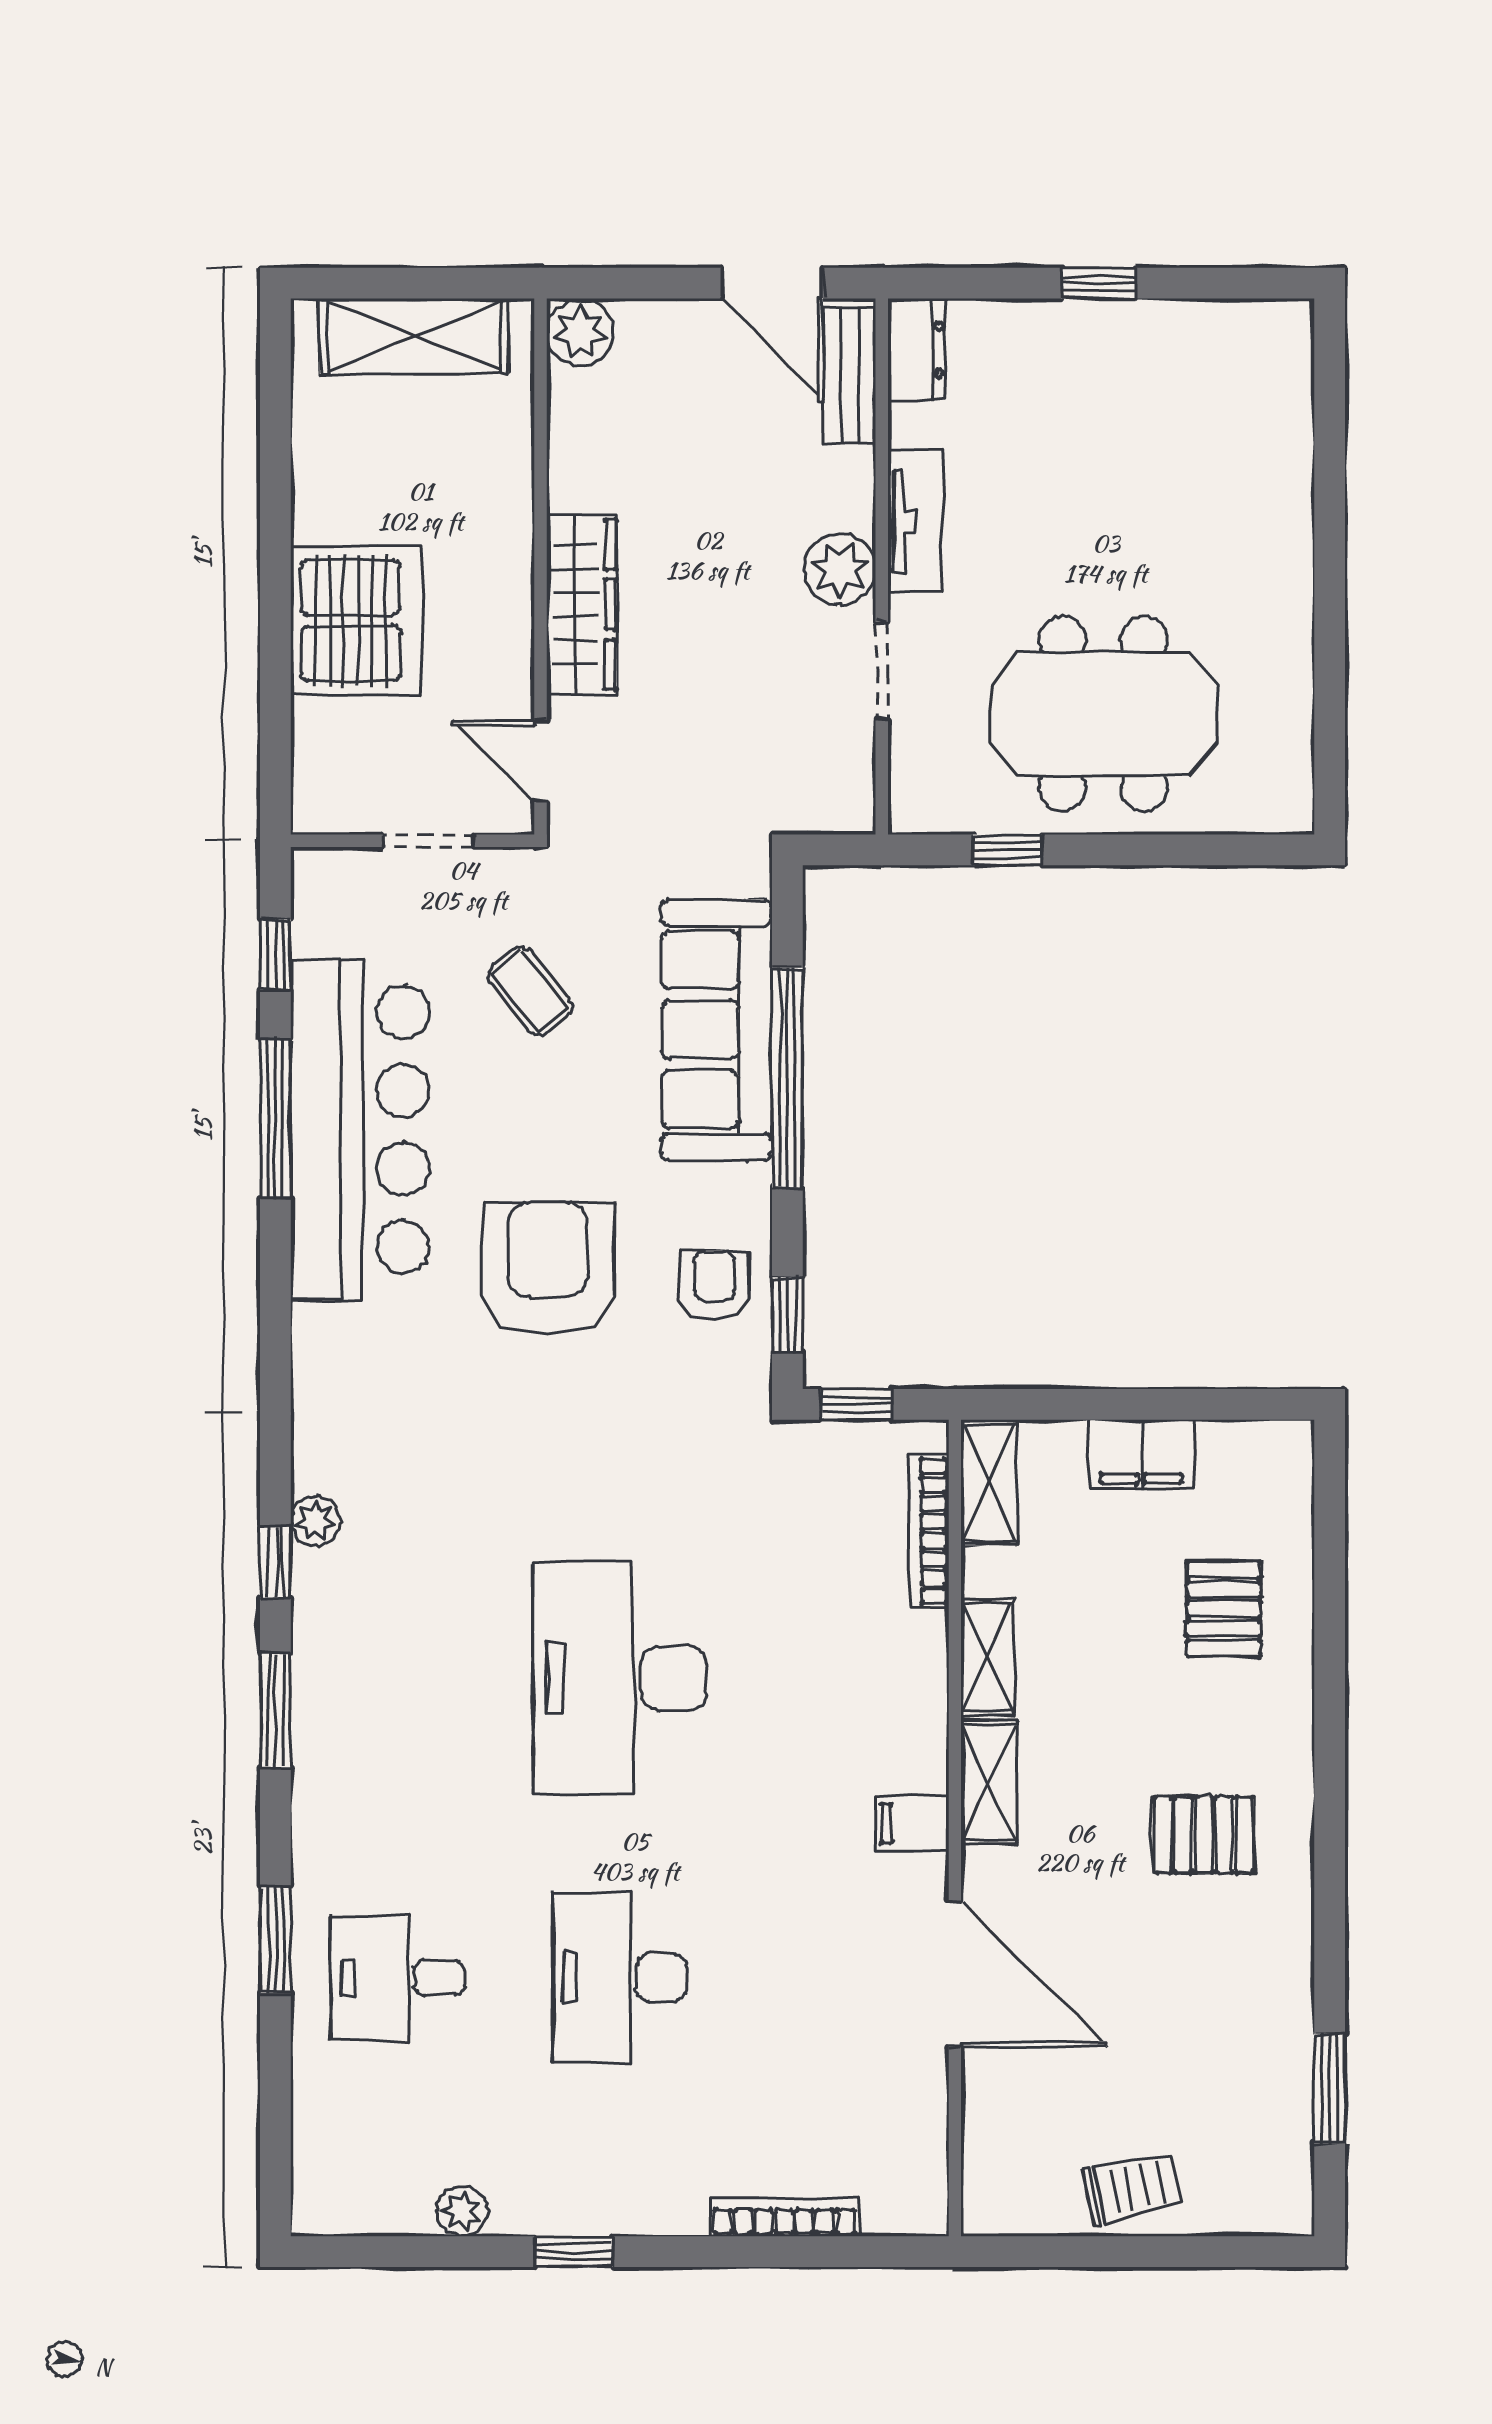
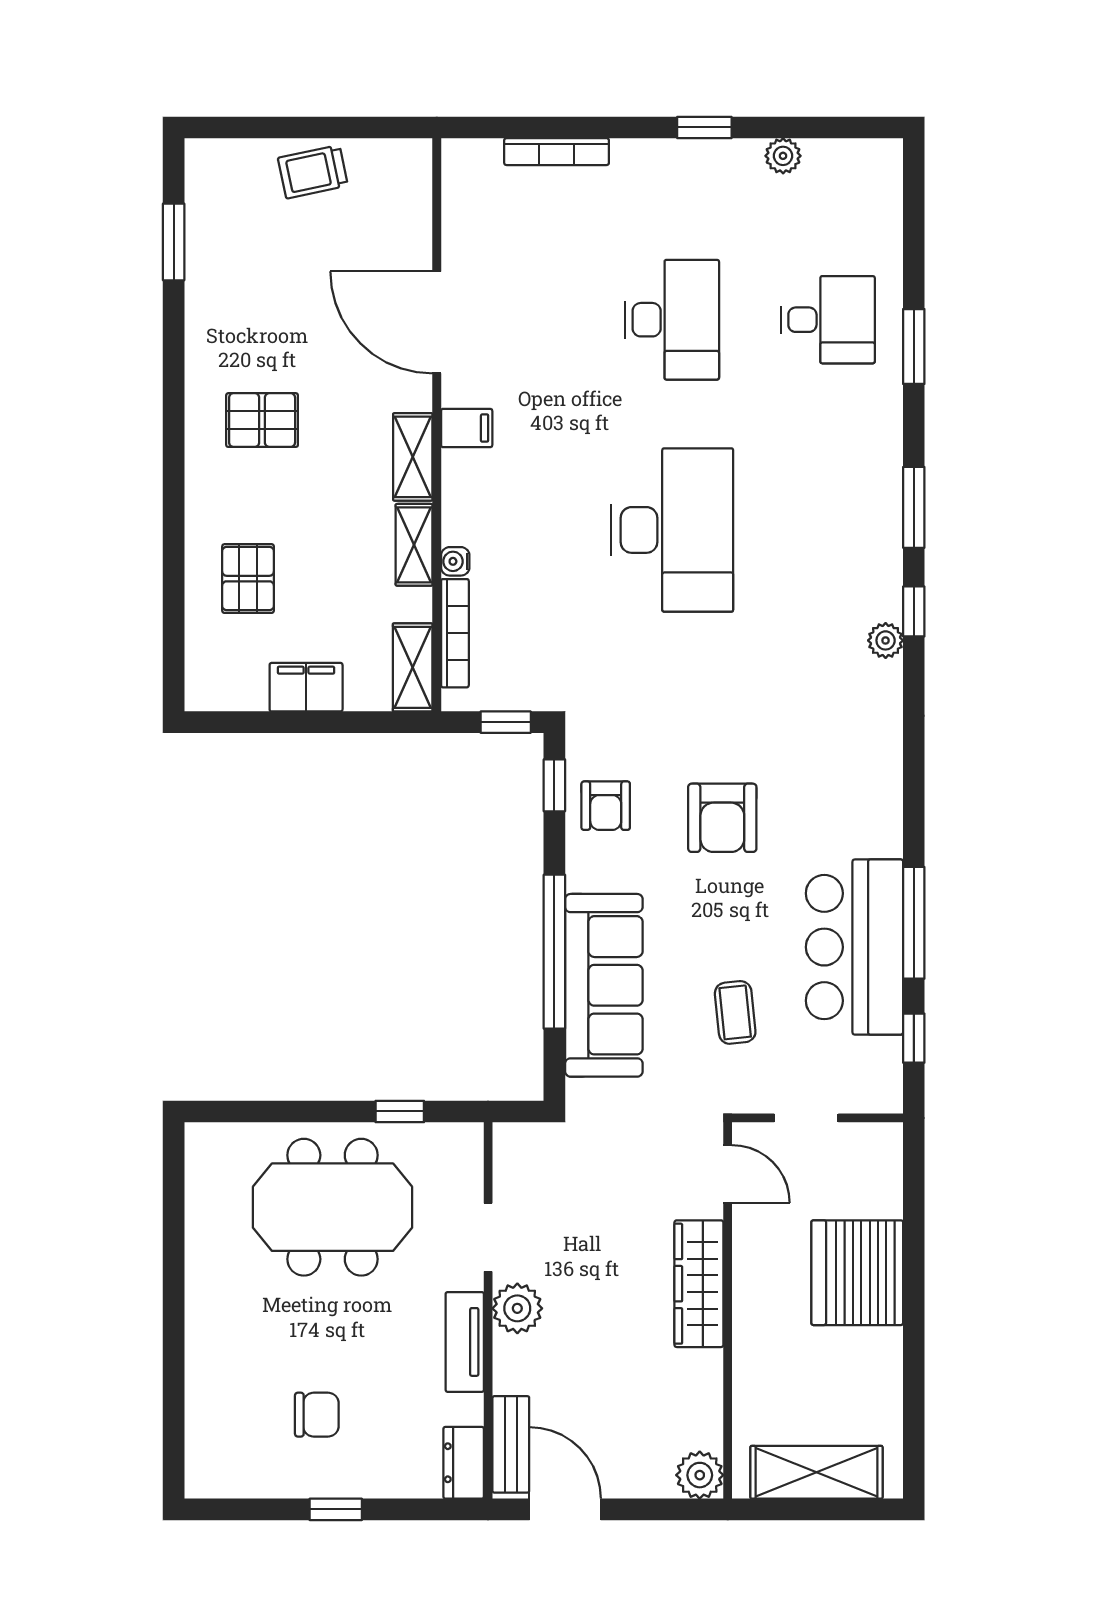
chair: (1126, 418) -> (317, 1415), added
coffee table: (530, 991) -> (735, 1012), turned 33
bar counter: (360, 1130) -> (854, 947), width x0.73
armchair: (548, 1268) -> (722, 818), width x0.73, depth x0.73
water cooler: (929, 1634) -> (455, 561), added

